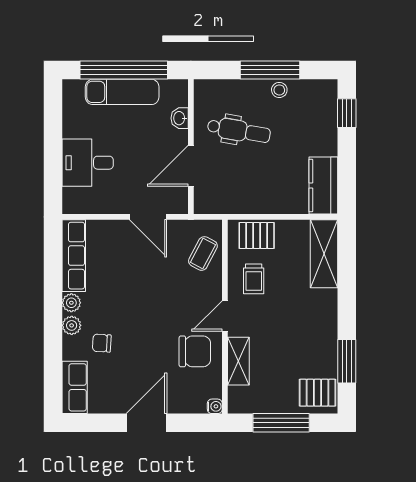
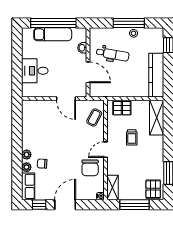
door: (191, 166) -> (88, 72), swing flipped
kitchen counter: (323, 186) -> (156, 75), width x1.50
row of seats: (74, 256) -> (28, 119), removed
trolley: (254, 279) -> (132, 137), moved
plant: (71, 303) -> (27, 167), moved
chair: (195, 351) -> (90, 168), turned 90
shelving: (238, 361) -> (112, 188), moved
pallet: (318, 393) -> (153, 189), turned 90
window: (96, 423) -> (39, 205), added

